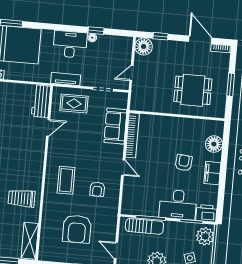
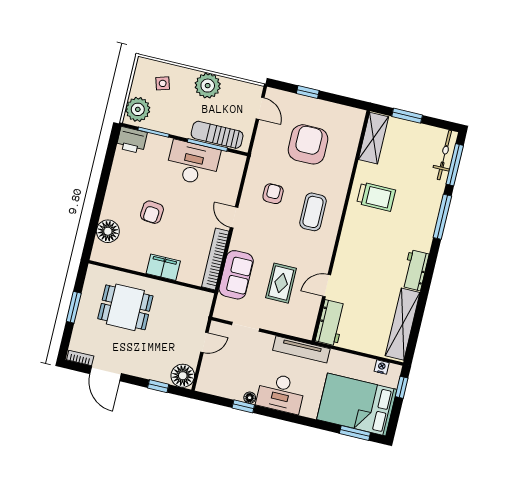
tv unit: (66, 79) -> (301, 349), width x1.41
rug: (74, 103) -> (281, 283), moved, turned 90
filing cabinet: (212, 173) -> (163, 267), moved, turned -90
desk: (178, 205) -> (193, 163), moved

